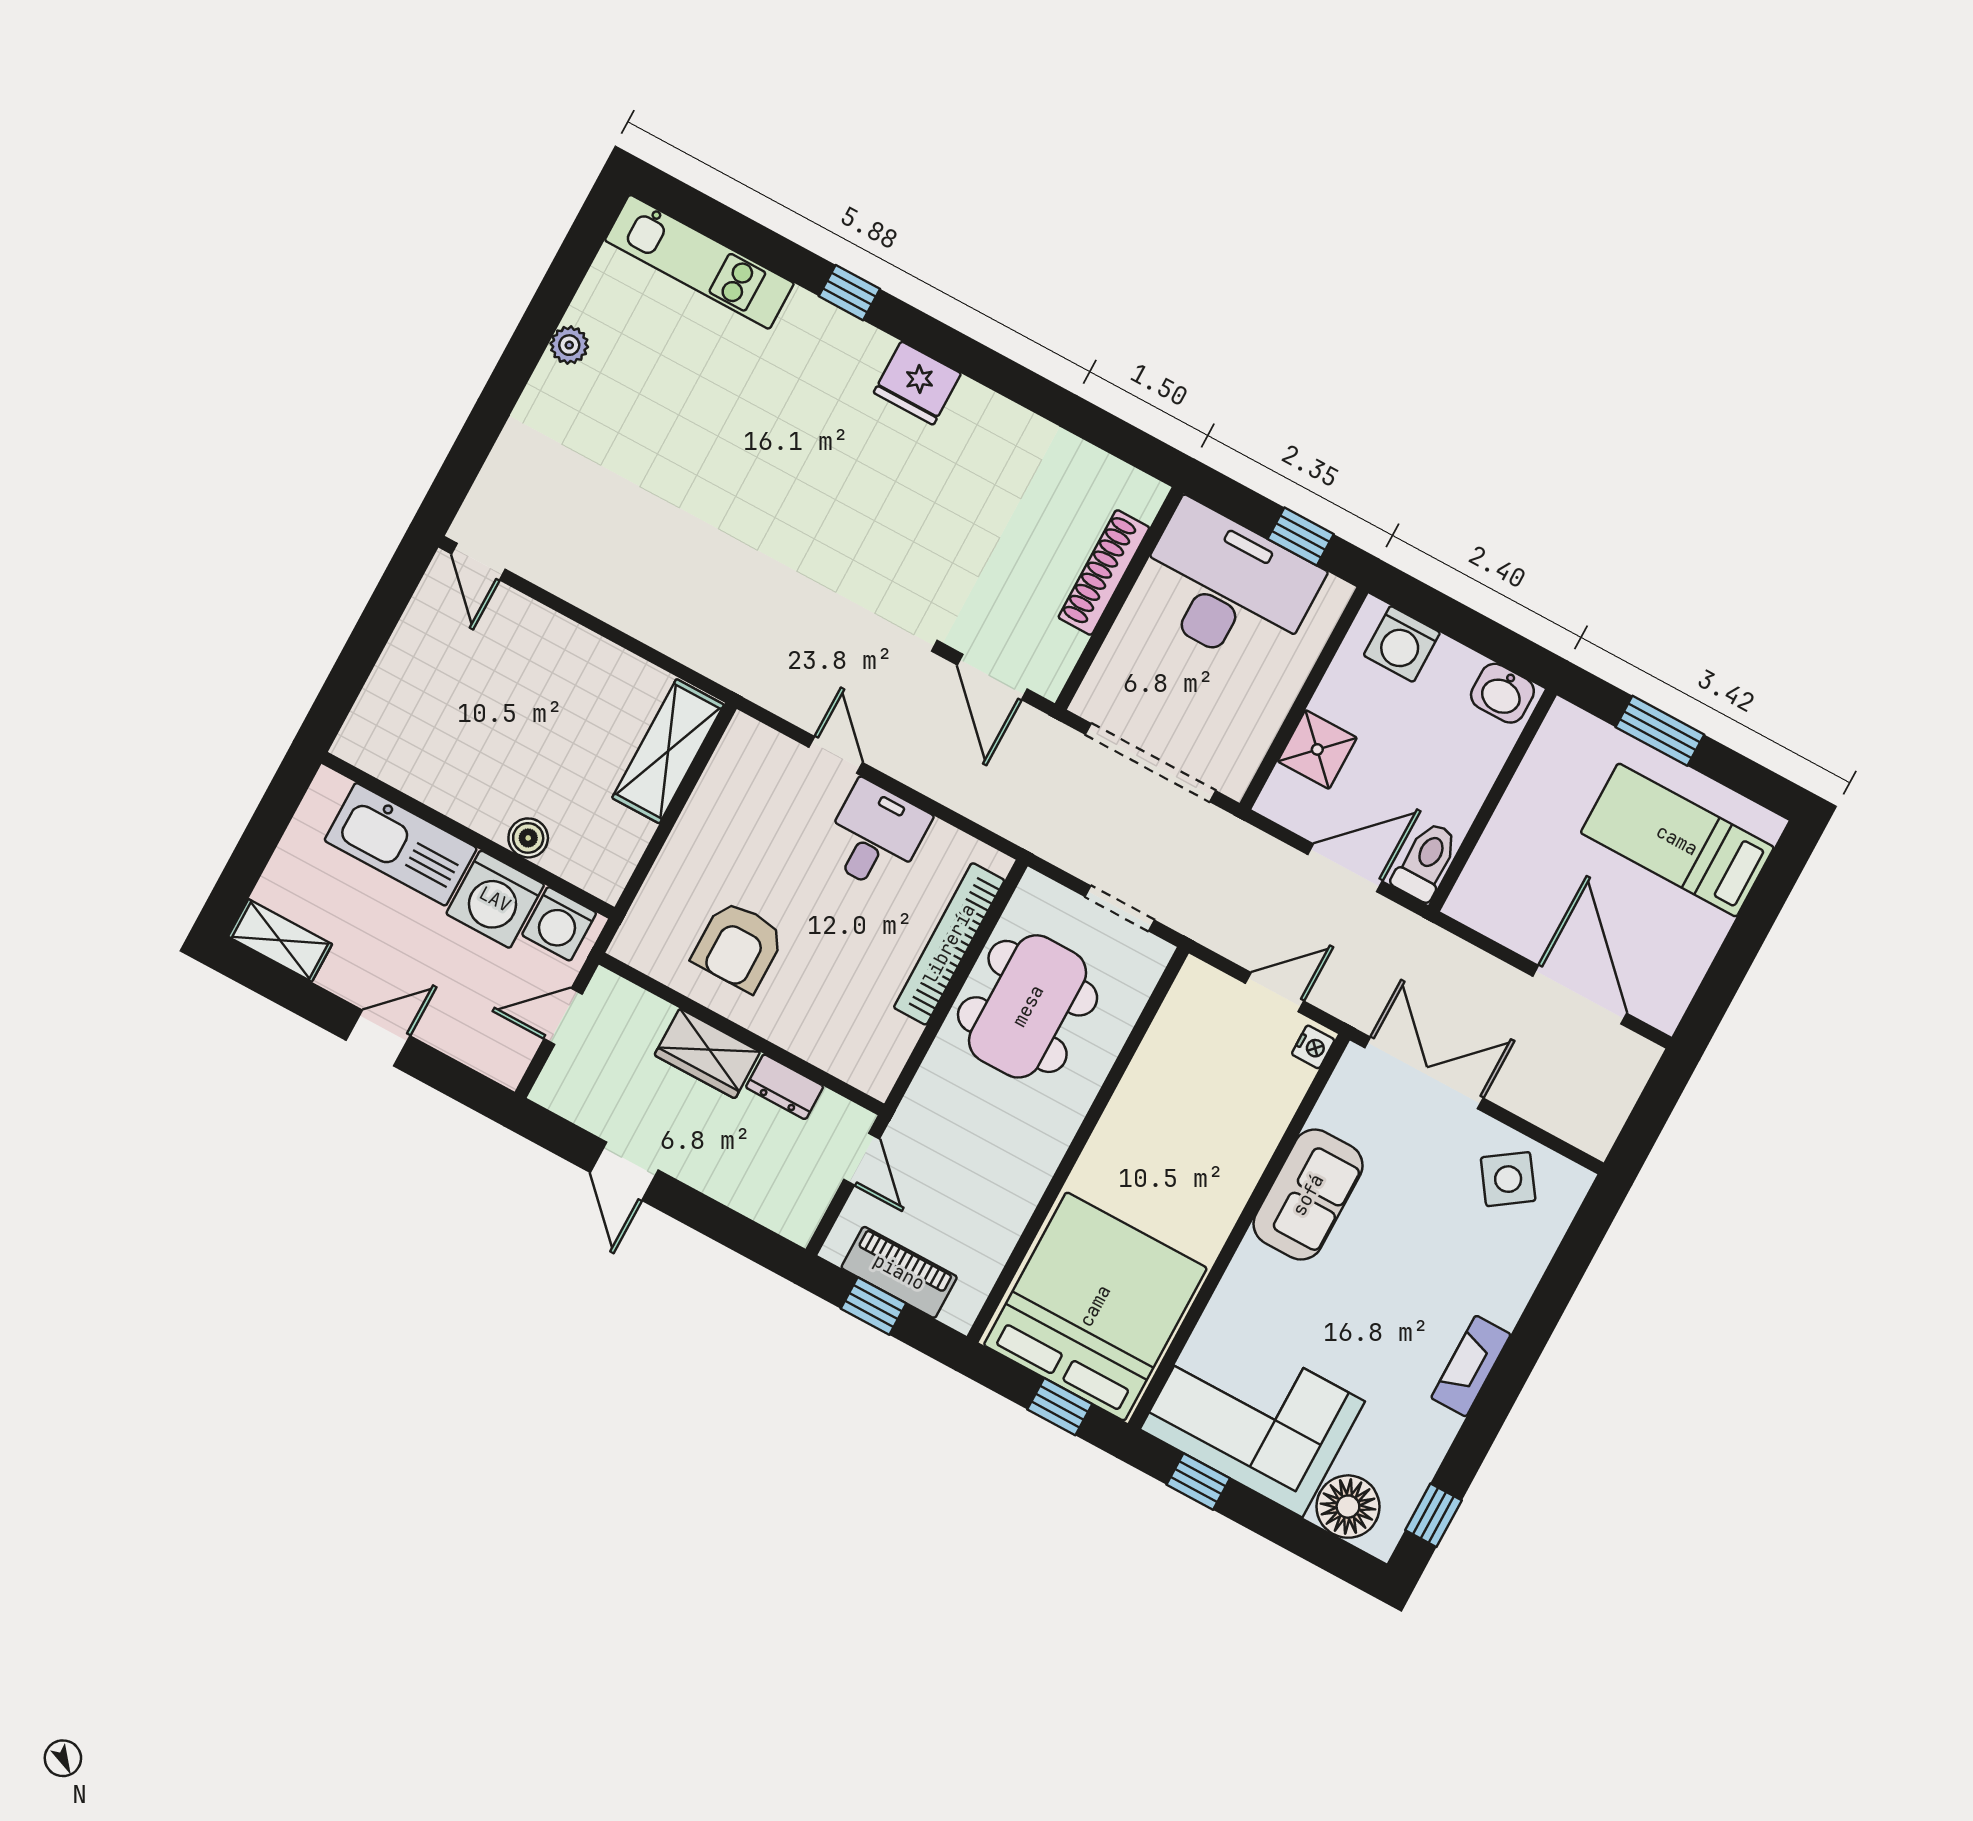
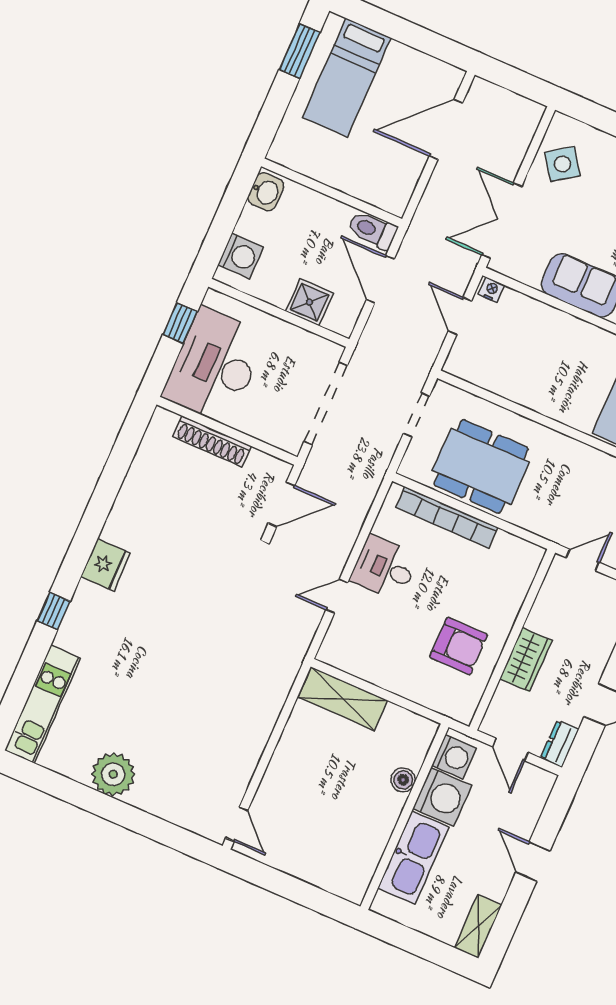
plant: (569, 345) -> (113, 774), width x1.88, depth x1.88
door: (478, 562) -> (237, 824), hinge flipped
window: (1660, 731) -> (300, 51), moved
dresser: (785, 1087) -> (560, 744), moved, turned 180

